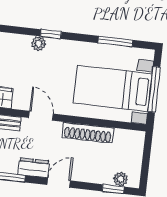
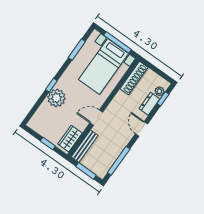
plant: (39, 43) -> (56, 98), width x1.87, depth x1.87
shoe rack: (88, 133) -> (134, 78), moved
dresser: (33, 168) -> (149, 104), moved

